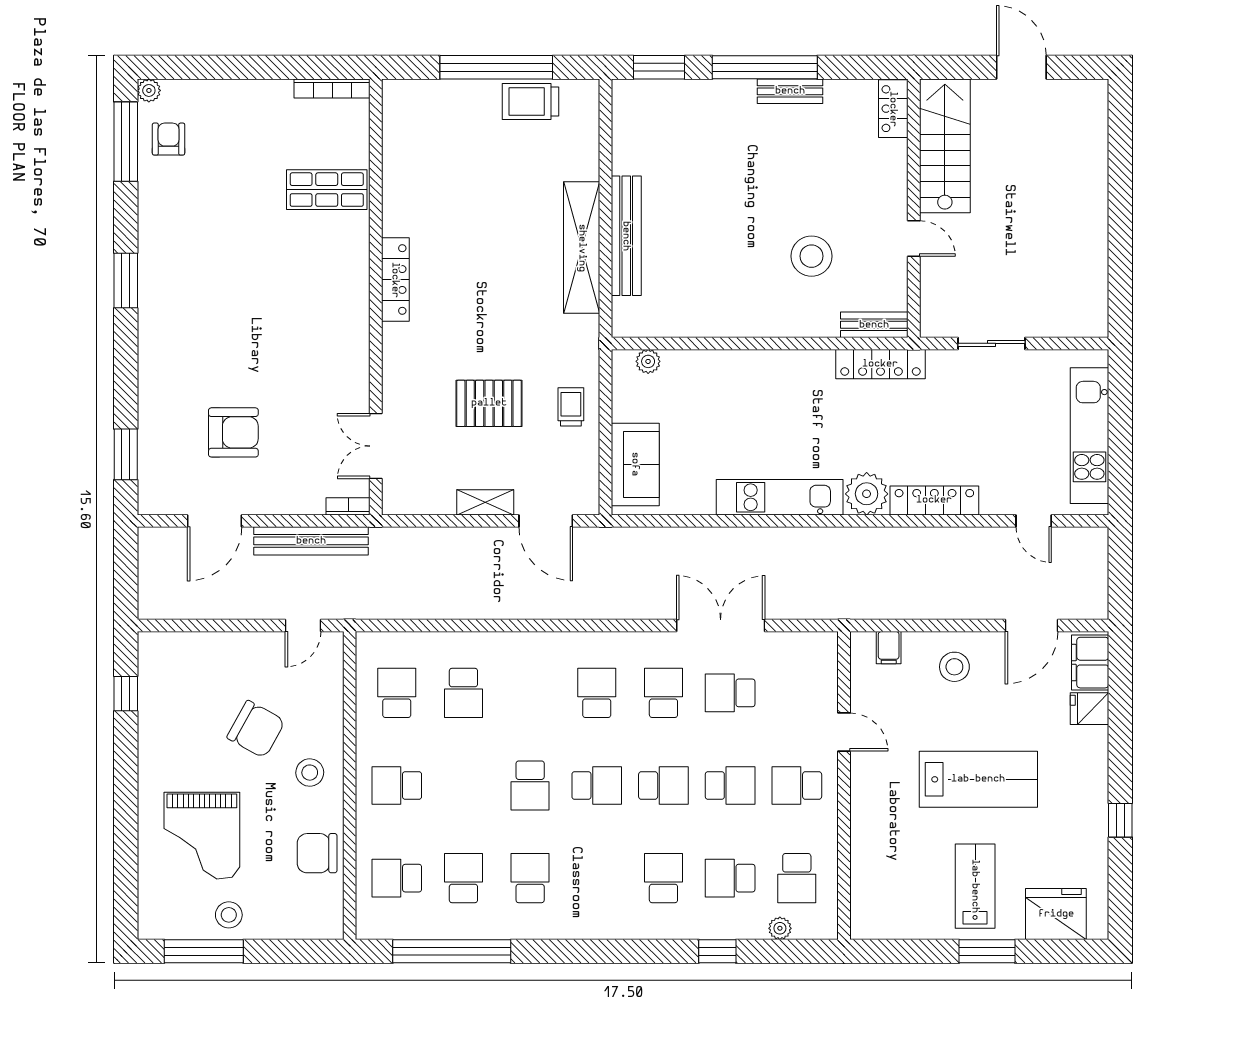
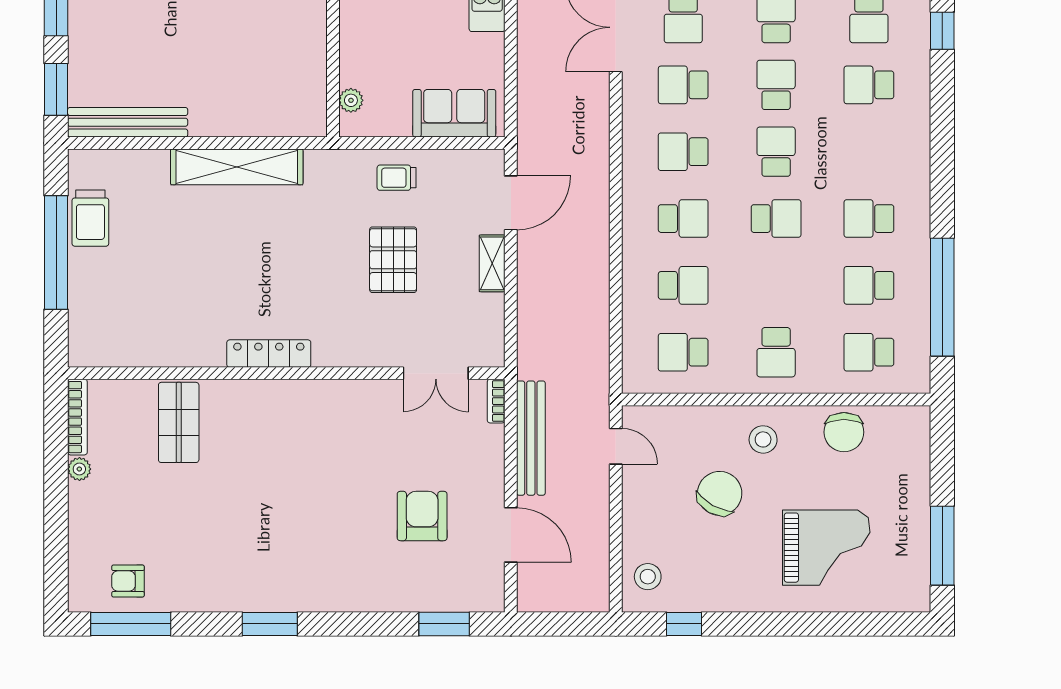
plant: (149, 90) -> (79, 469), moved
bench: (626, 236) -> (128, 122), moved
school desk: (530, 693) -> (683, 219), added
school desk: (397, 878) -> (869, 352), turned 90
stool: (229, 915) -> (648, 577), moved

